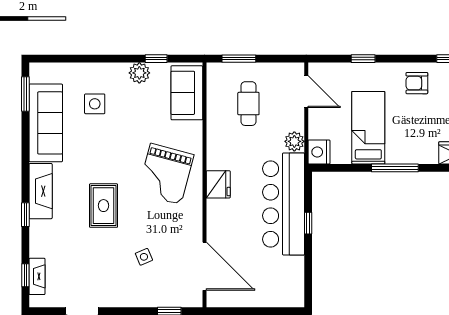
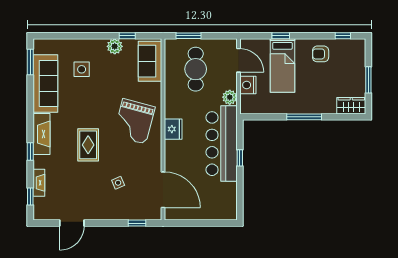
cafe table: (248, 104) -> (196, 69), width x1.37, depth x1.35
bed: (368, 128) -> (282, 65), moved, turned 180
nightstand: (319, 152) -> (248, 85), moved
fireplace: (37, 276) -> (39, 183), moved

